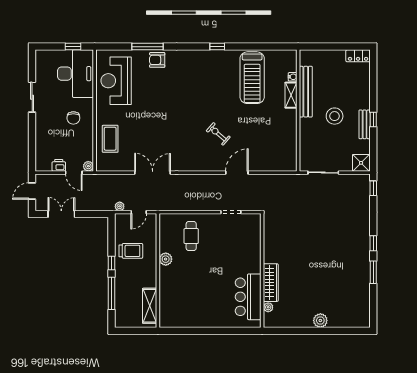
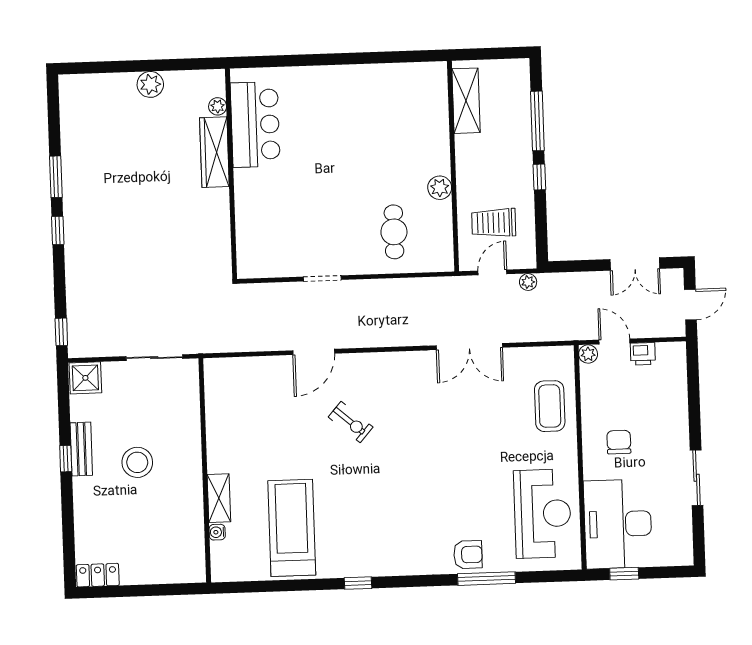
bench: (306, 92) -> (192, 506), removed
trolley: (131, 251) -> (494, 223), moved
wall: (262, 271) -> (231, 174), moved
wardrobe: (271, 283) -> (214, 152), moved
bar counter: (248, 297) -> (255, 124), moved
plant: (268, 307) -> (218, 106), moved

